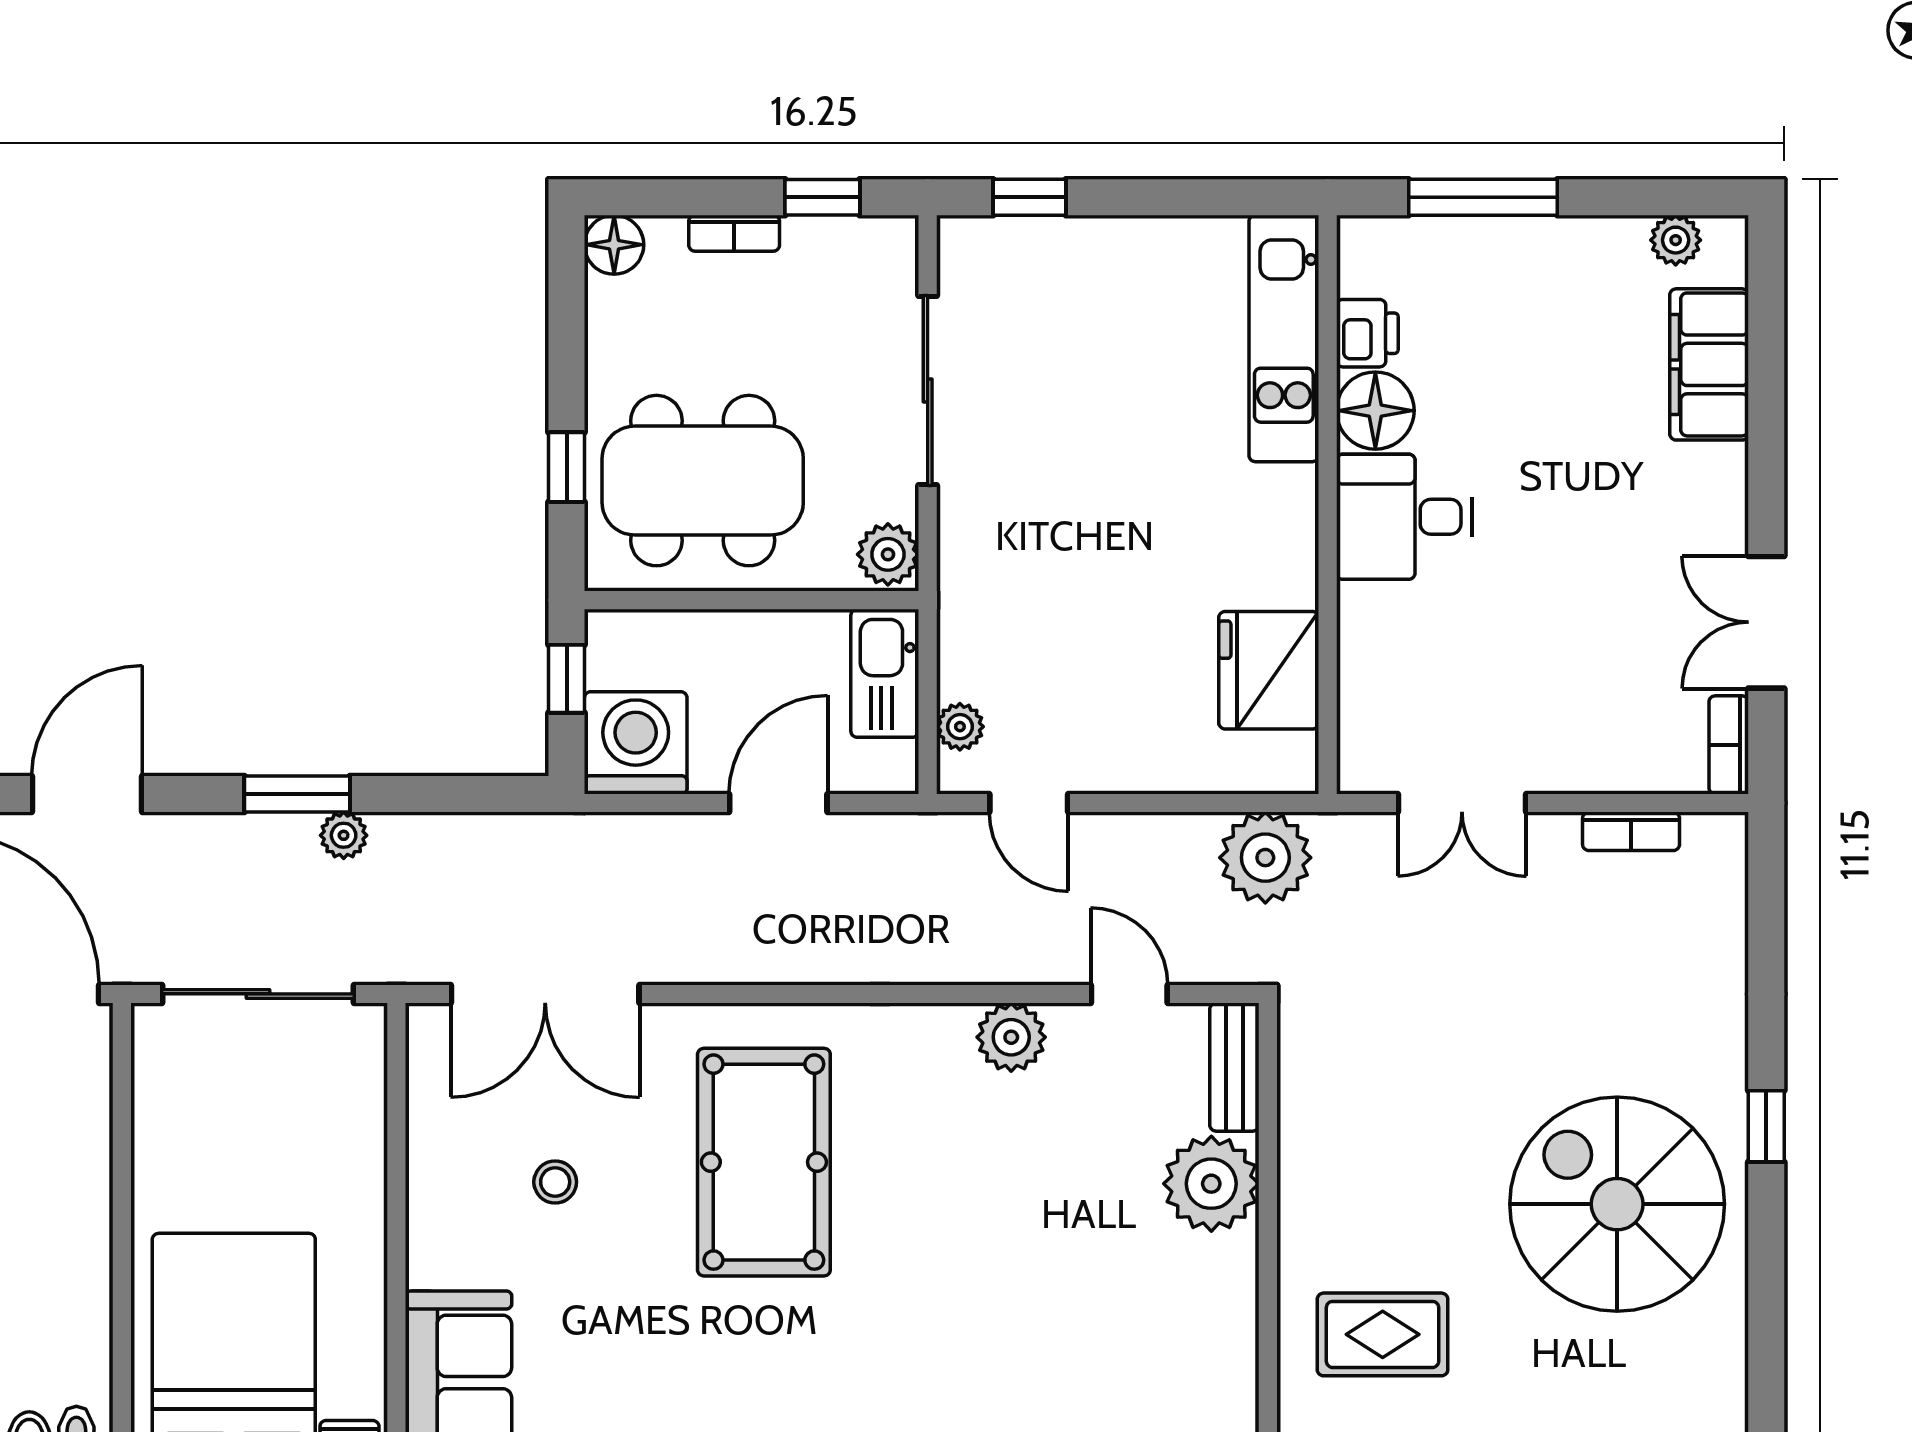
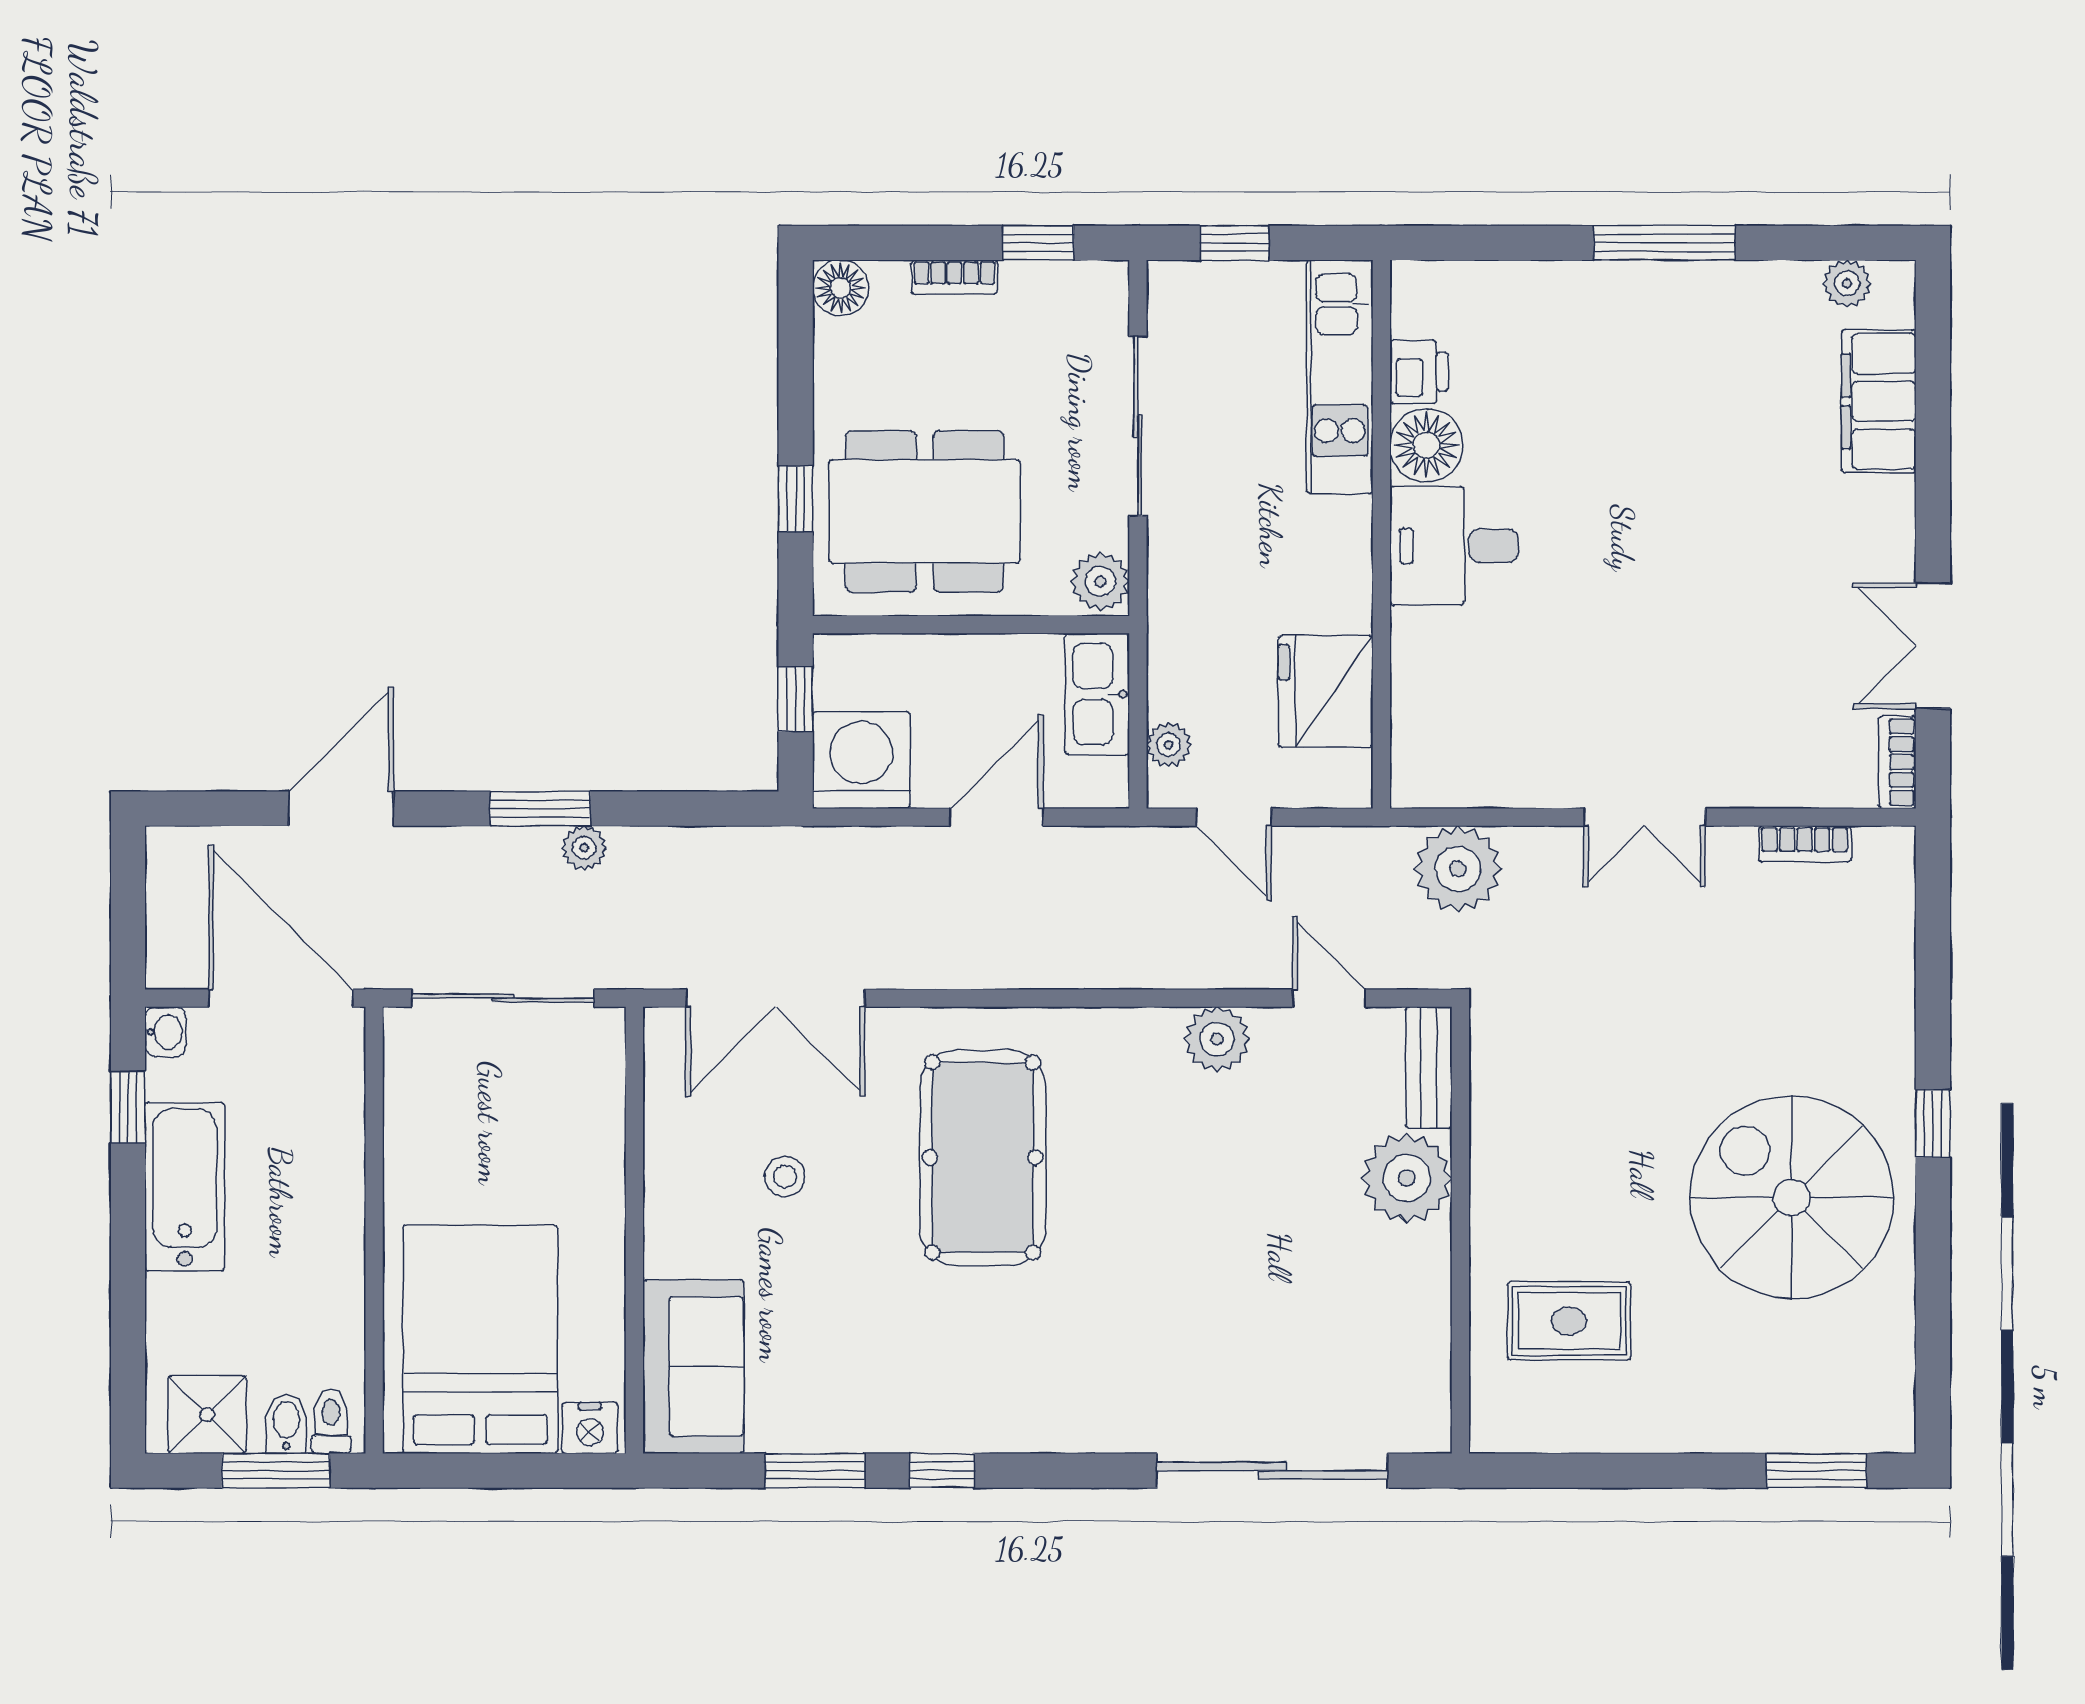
printer: (1367, 333) -> (1419, 372), moved
kitchen unit: (1284, 338) -> (1340, 377), moved
floor lamp: (1375, 411) -> (1426, 445), moved
wall: (1328, 505) -> (1381, 534), moved
desk: (1404, 517) -> (1454, 546), moved
fridge: (1269, 670) -> (1326, 691), moved

